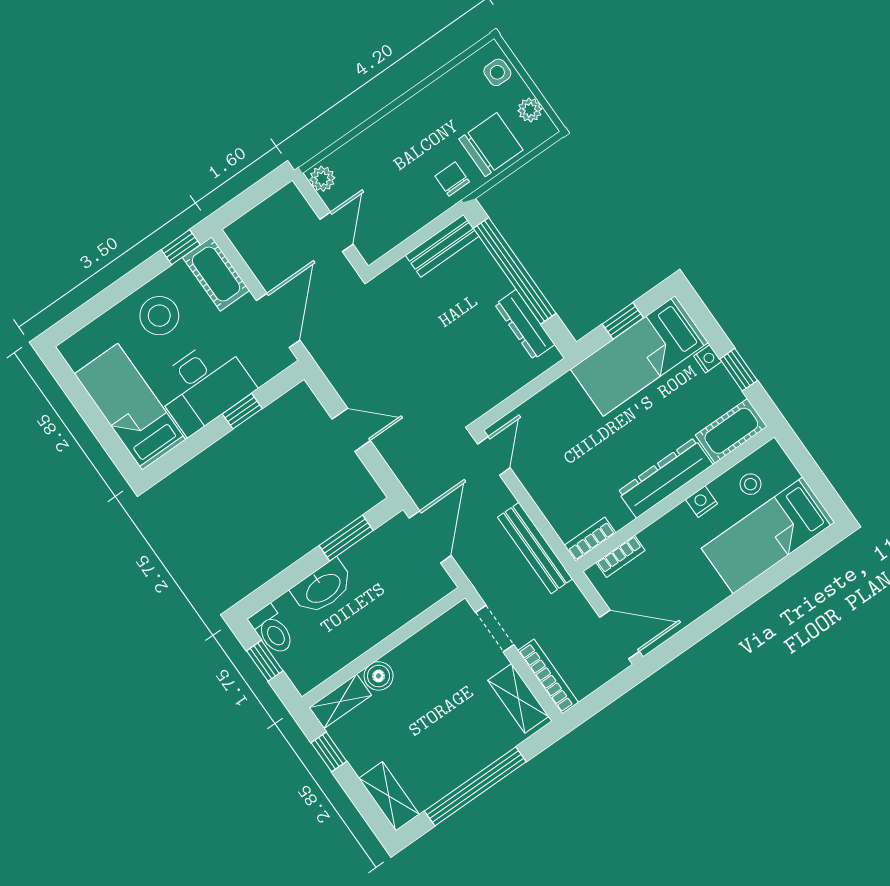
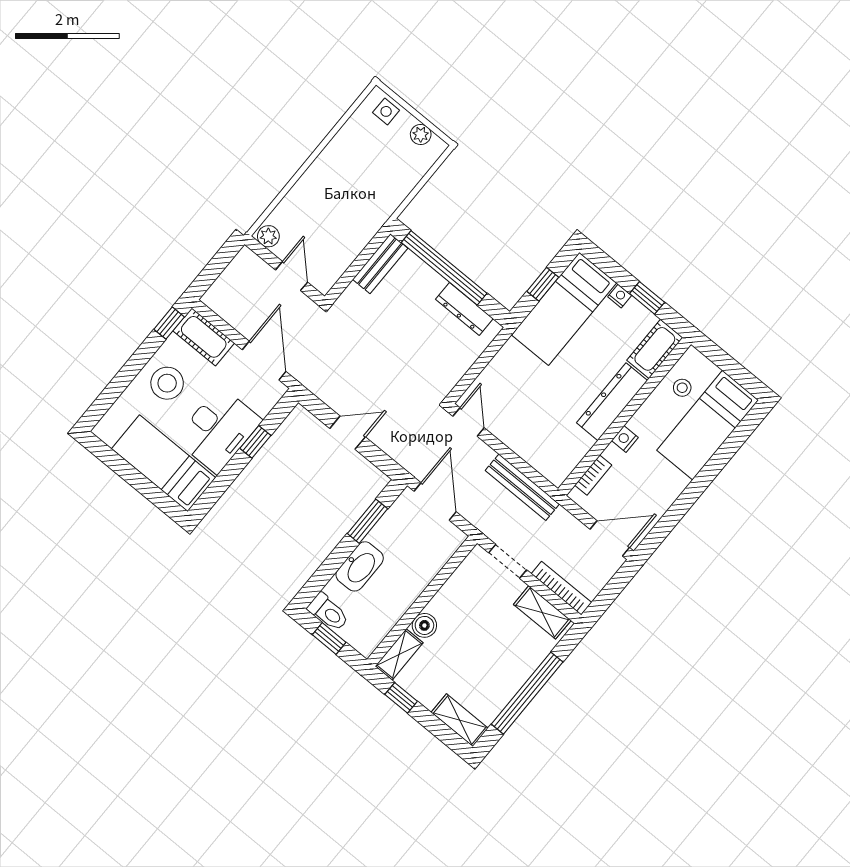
chair: (491, 145) -> (397, 171), removed
chair: (452, 179) -> (373, 208), removed
nightstand: (702, 502) -> (625, 439), moved
bookcase: (590, 539) -> (565, 468), removed

